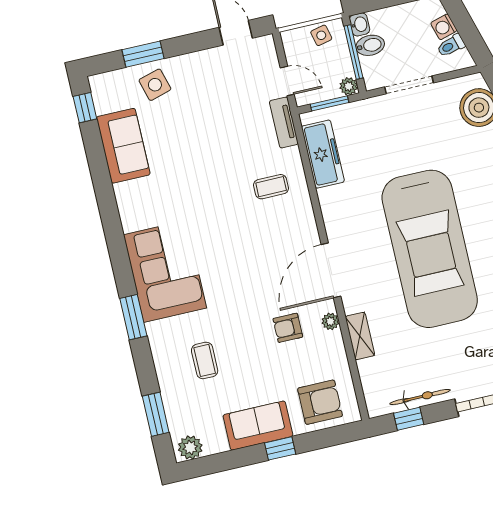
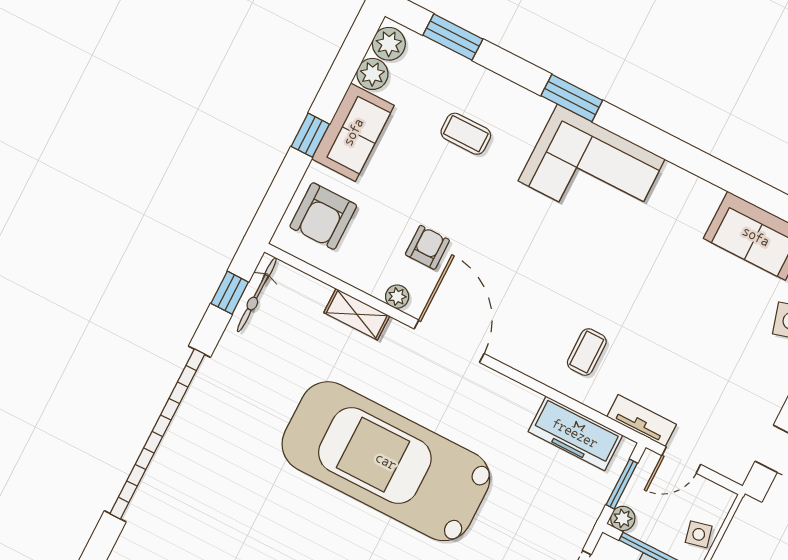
bicycle: (420, 397) -> (257, 295), moved
plant: (215, 442) -> (372, 74), added

